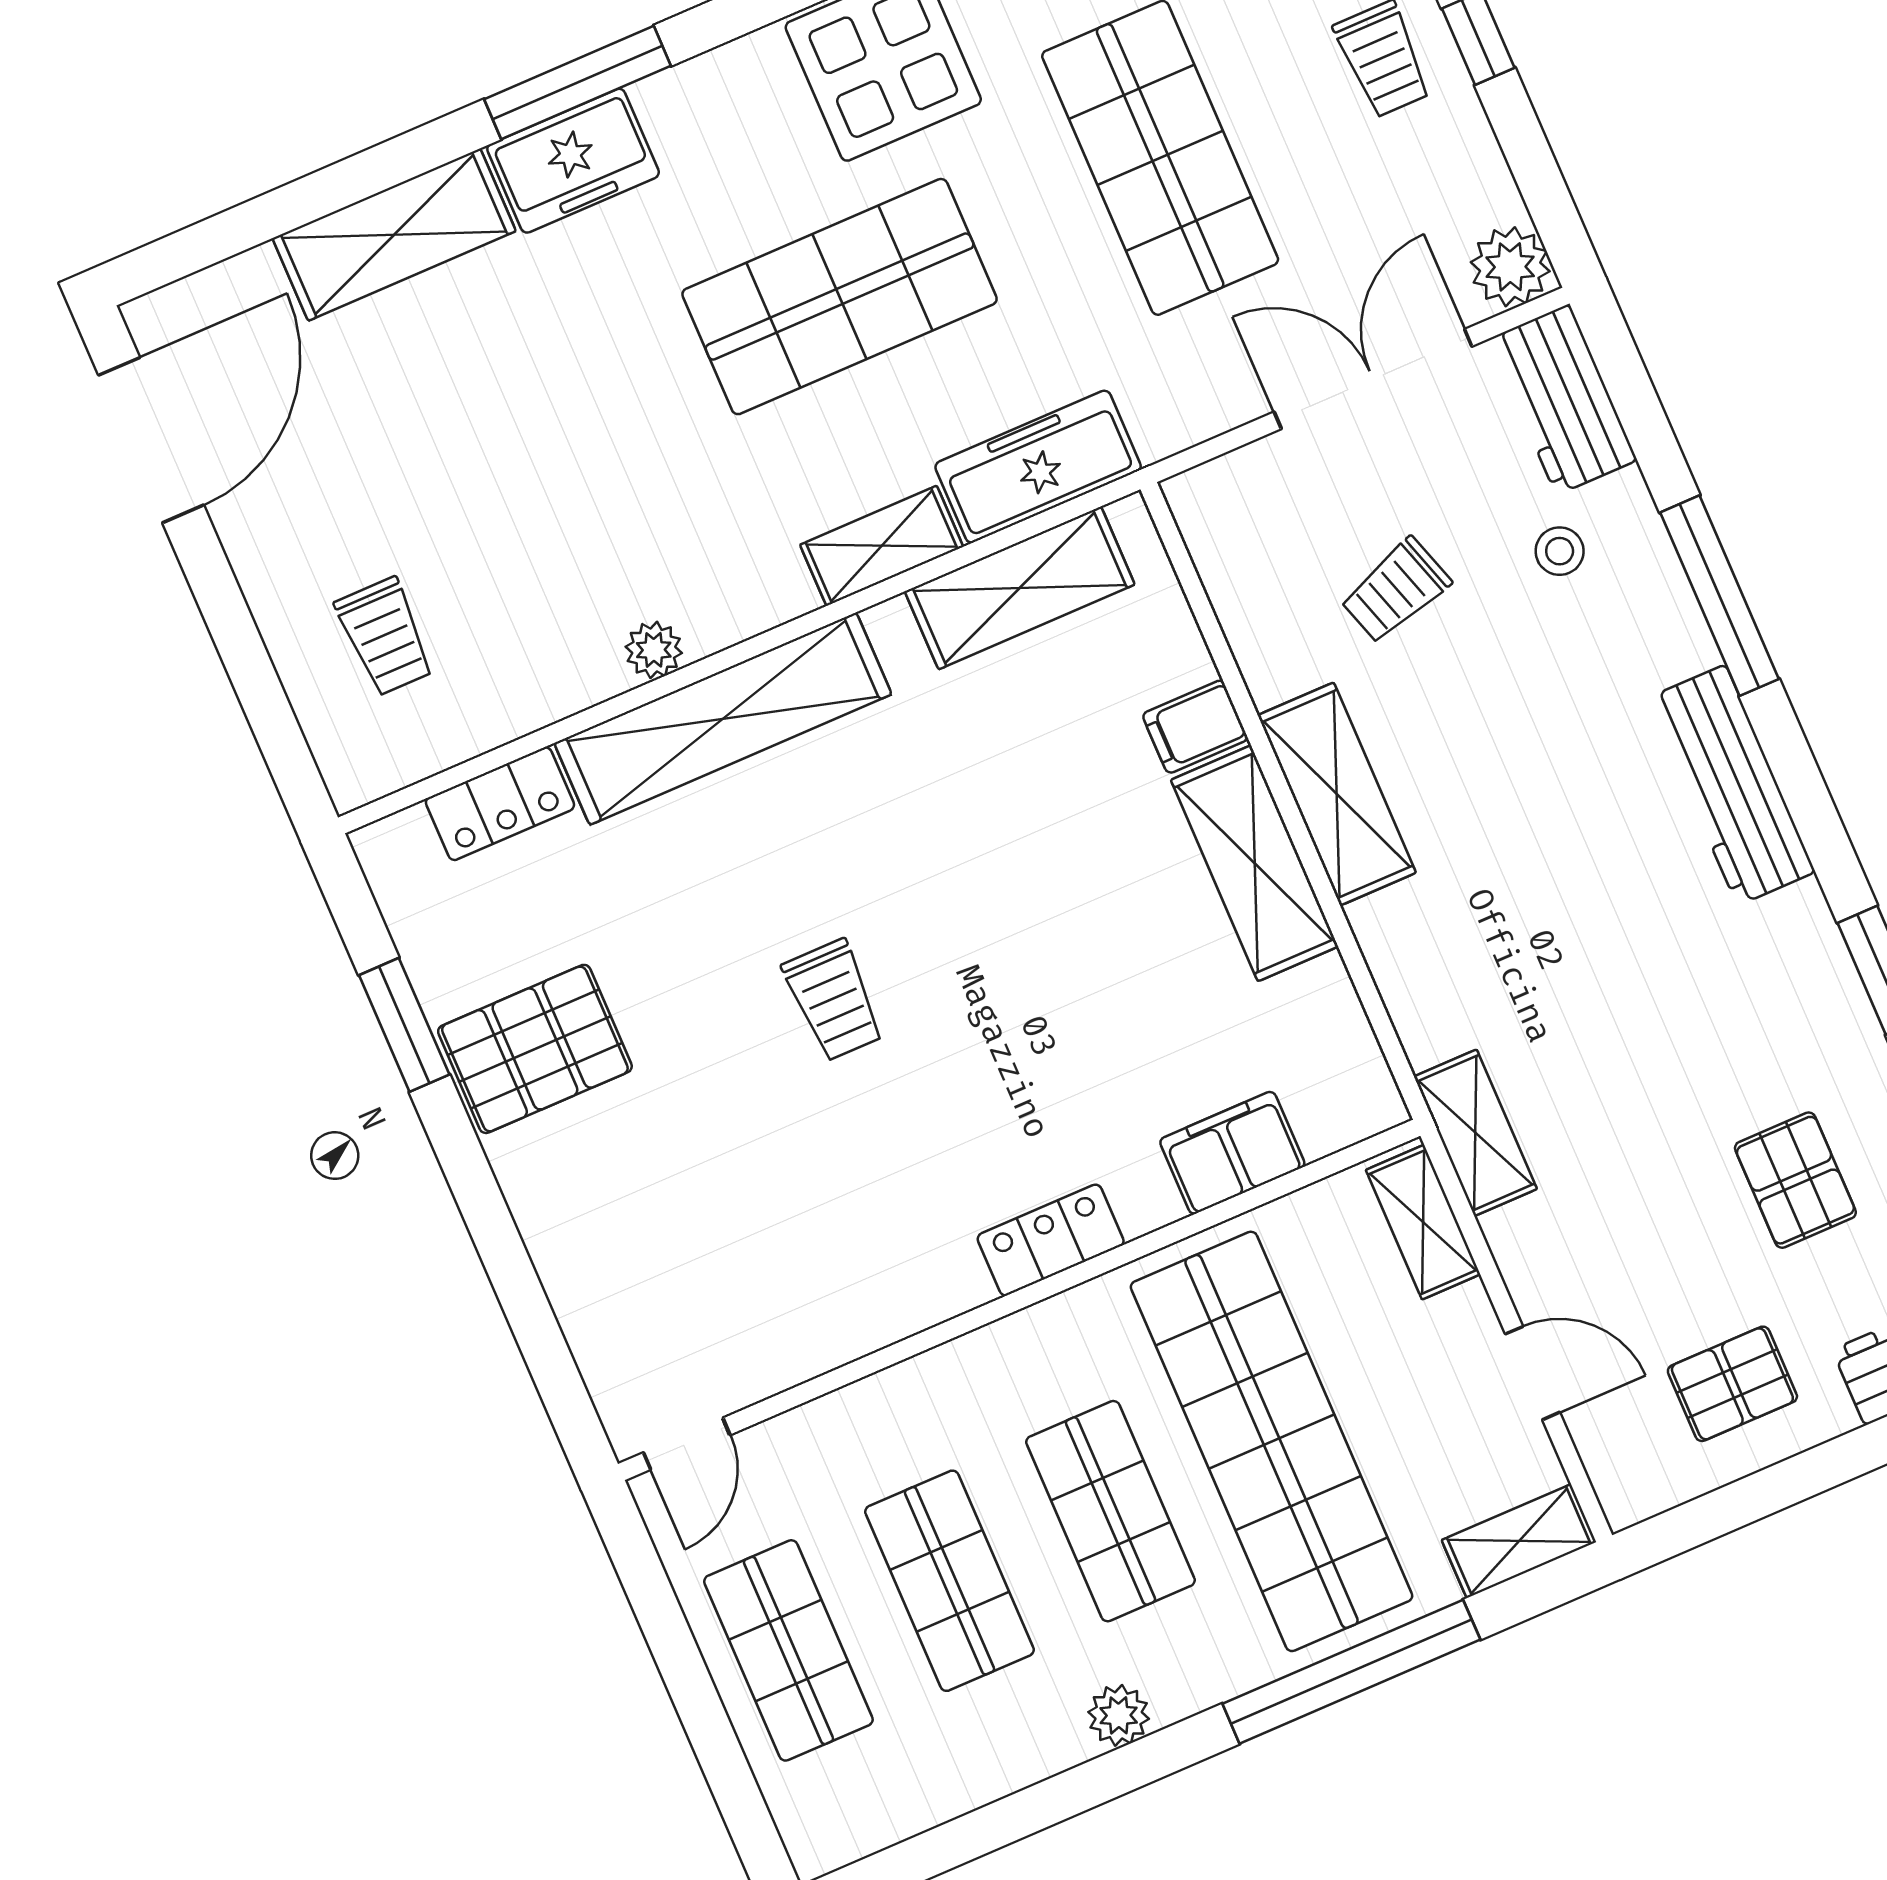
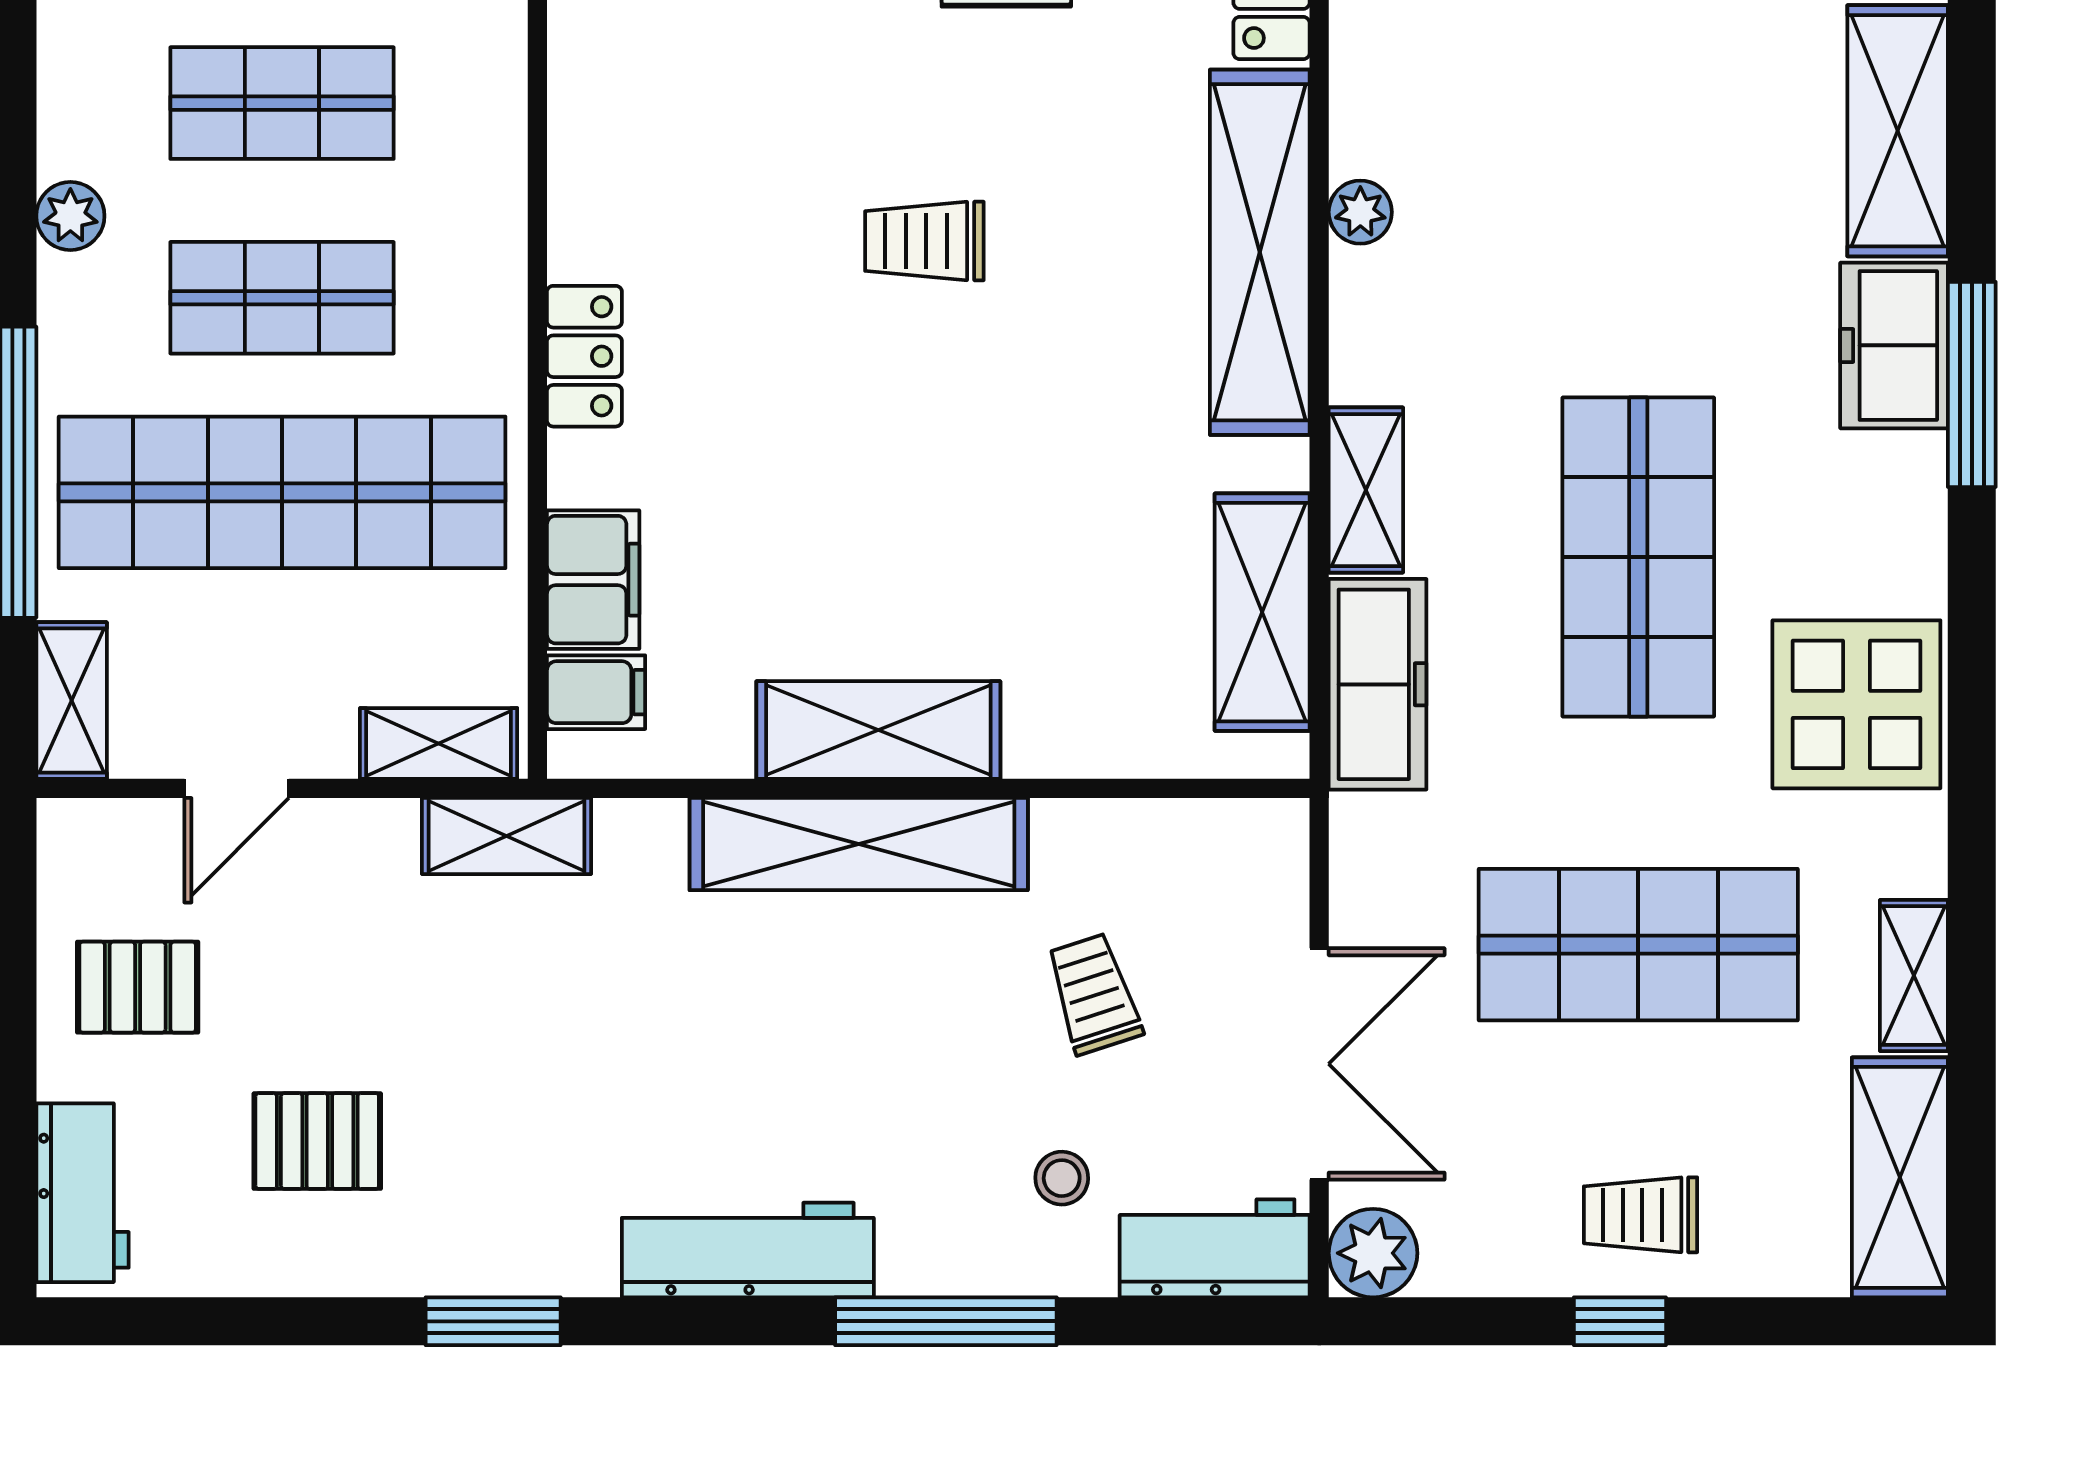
filing cabinet: (1195, 727) -> (596, 692), moved, turned 90
shelving: (1337, 794) -> (859, 844), width x1.47
pallet: (1732, 1384) -> (138, 987), turned 90

